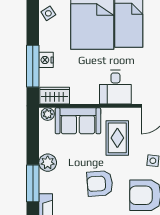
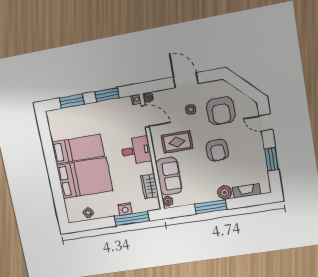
wardrobe: (55, 96) -> (150, 186), moved
plant: (48, 163) -> (225, 192), moved
window: (33, 183) -> (211, 207), moved

